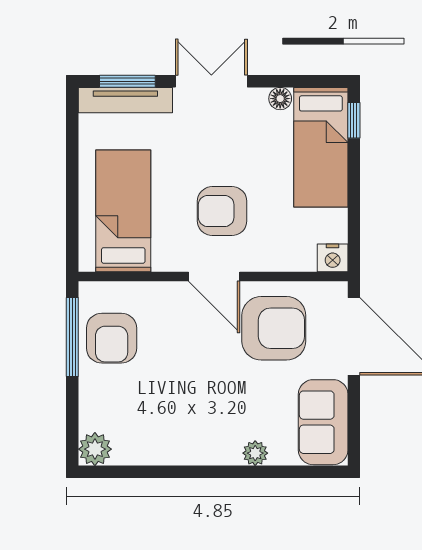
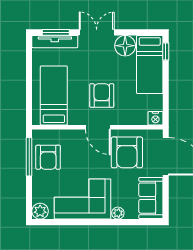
floor lamp: (280, 99) -> (125, 46), width x1.89, depth x1.89
armchair: (222, 211) -> (102, 95), turned 90
armchair: (274, 328) -> (127, 152), turned 90
corner sofa: (182, 424) -> (82, 199), added

